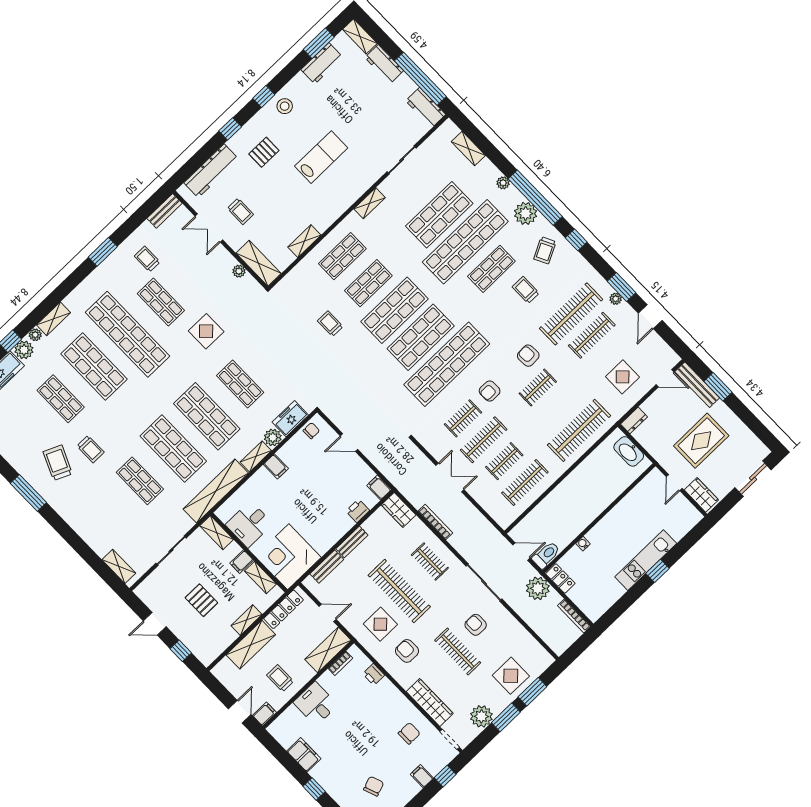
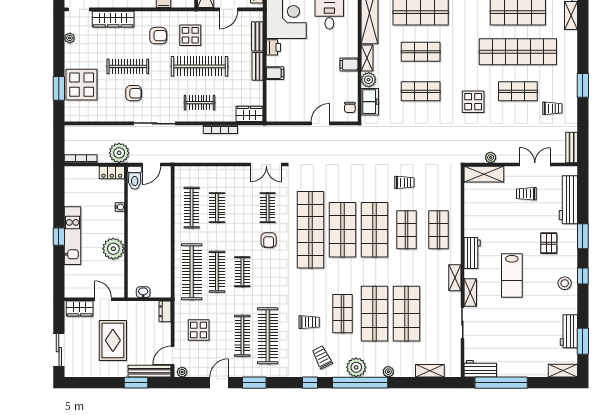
workbench: (384, 64) -> (472, 253), moved, turned 90
window: (230, 129) -> (583, 236), width x1.50
shelving: (304, 241) -> (470, 293), moved
shop shelf: (465, 242) -> (375, 314), width x0.71
plant: (616, 299) -> (182, 372), moved
door: (650, 317) -> (219, 383), hinge flipped
armchair: (528, 356) -> (267, 285), removed
armchair: (490, 391) -> (269, 240), turned 180
shop shelf: (207, 416) -> (421, 52), width x0.70, depth x0.74
clothes rail: (484, 440) -> (217, 272), moved
washbasin: (629, 451) -> (143, 292), width x0.52, depth x0.69
double door: (450, 478) -> (266, 165), moved
filing cabinet: (379, 488) -> (275, 73), moved
printer: (358, 511) -> (273, 47), moved
plant: (623, 515) -> (113, 249), added
display table: (511, 676) -> (82, 85), width x1.36, depth x1.36
plant: (481, 716) -> (70, 38), width x0.53, depth x0.53
window: (506, 717) -> (59, 57), removed

